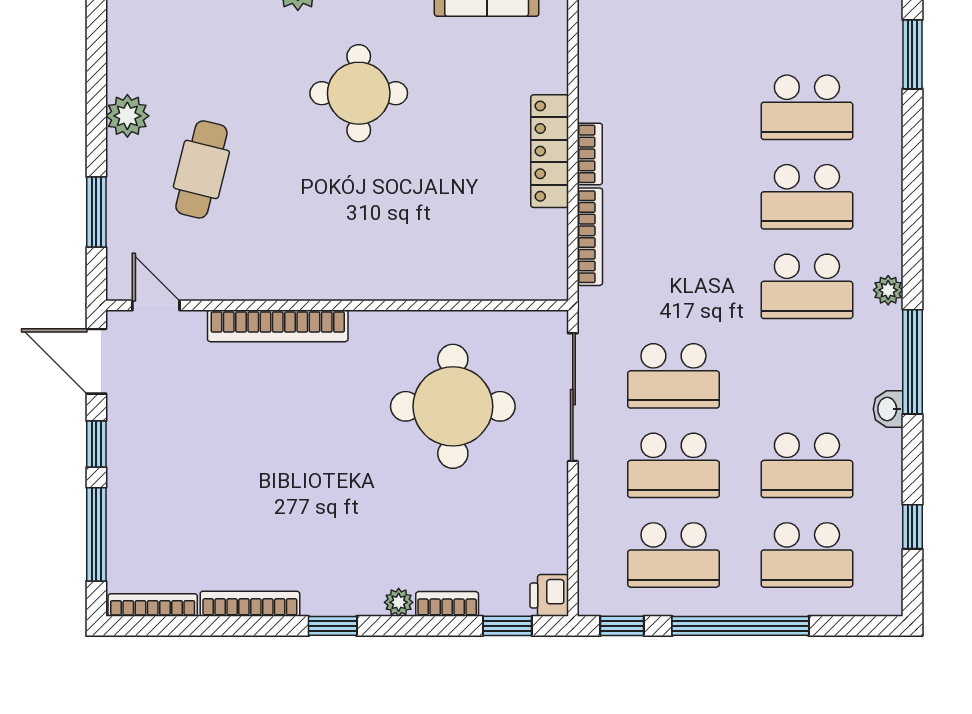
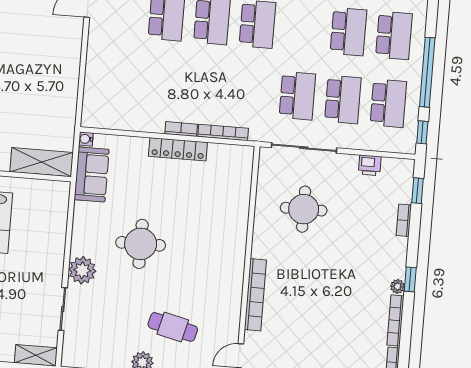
round table: (453, 406) -> (304, 209), width x0.73, depth x0.73
printer: (549, 595) -> (370, 165), moved
plant: (399, 602) -> (397, 286), moved

